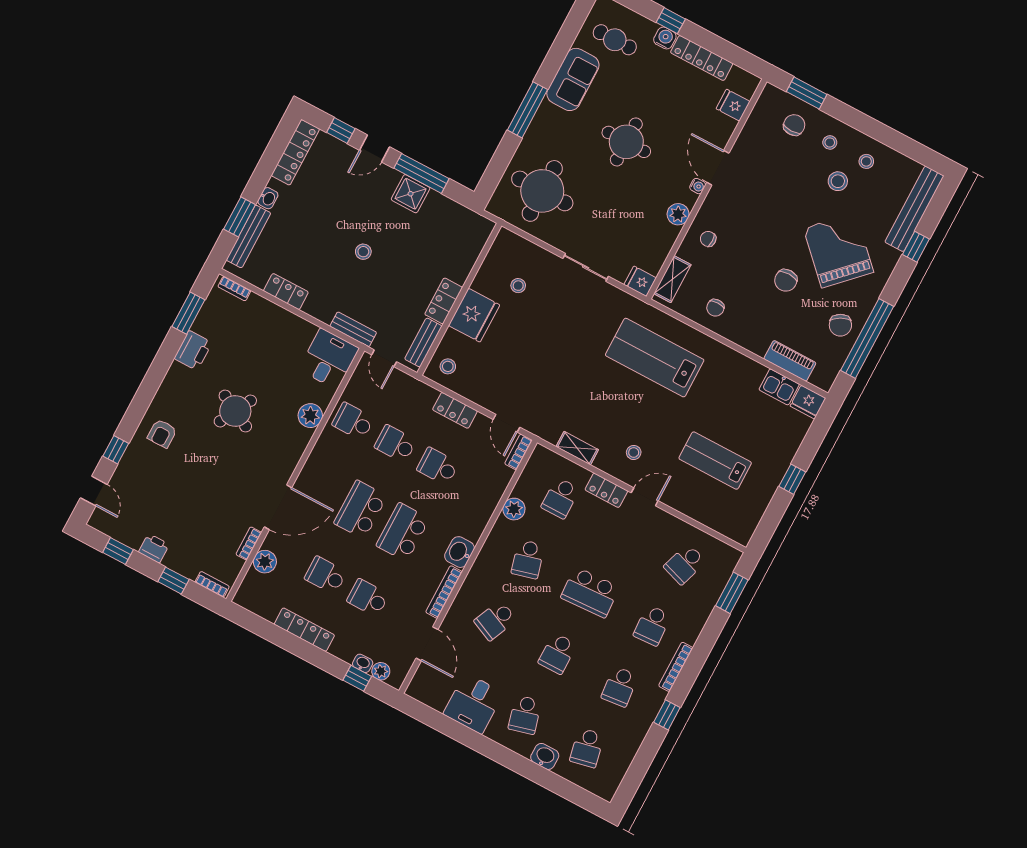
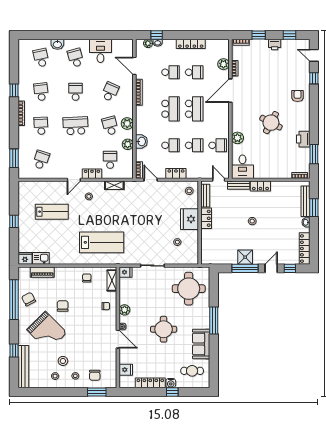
locker: (286, 292) -> (260, 186), moved
plant: (495, 547) -> (127, 123), added
washbasin: (459, 552) -> (141, 141), moved

